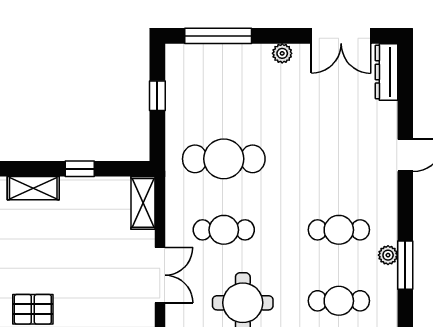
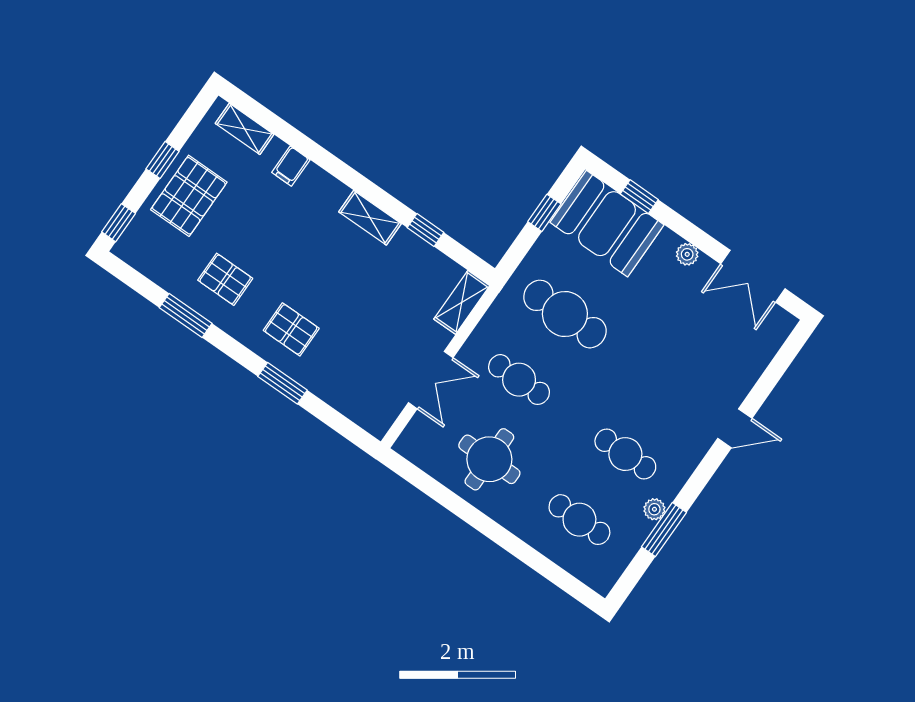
window: (218, 36) -> (639, 197), width x0.46
booth: (208, 72) -> (607, 224), added
dresser: (386, 72) -> (772, 339), removed

